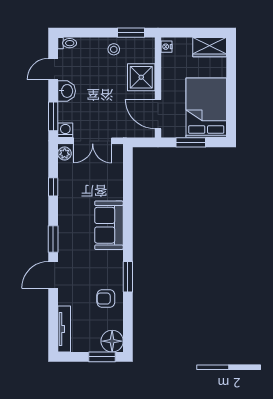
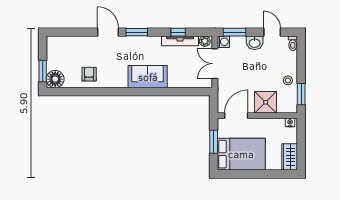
window: (128, 277) -> (107, 92), removed
tv unit: (64, 329) -> (180, 41), moved

